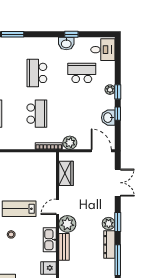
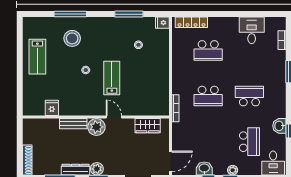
plant: (70, 143) -> (179, 130), removed
kitchen sink: (50, 240) -> (80, 109), removed

